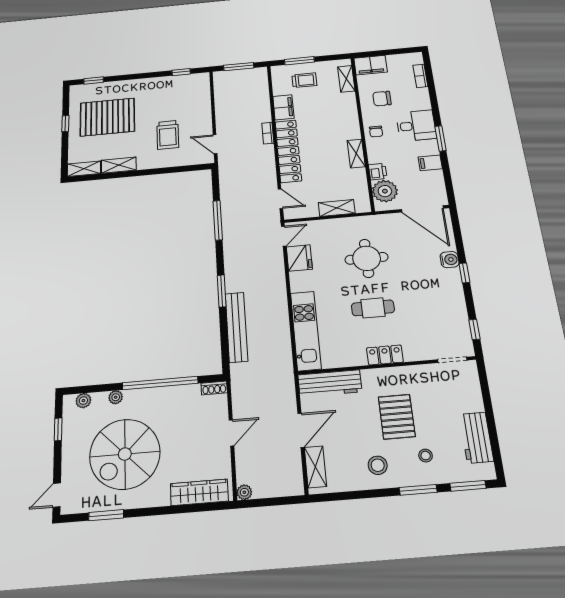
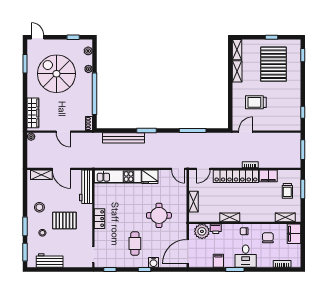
fridge: (299, 258) -> (150, 177), moved
cafe table: (373, 308) -> (135, 243), moved

